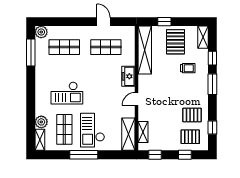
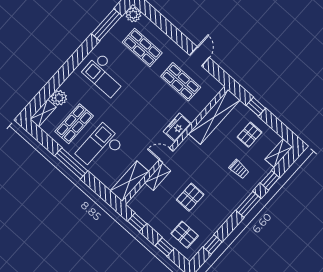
pallet: (175, 42) -> (249, 135), width x0.67, depth x0.71
checkout: (67, 93) -> (105, 75), moved
pallet: (192, 115) -> (190, 197), moved, turned 90
shelving: (143, 132) -> (158, 177), moved

